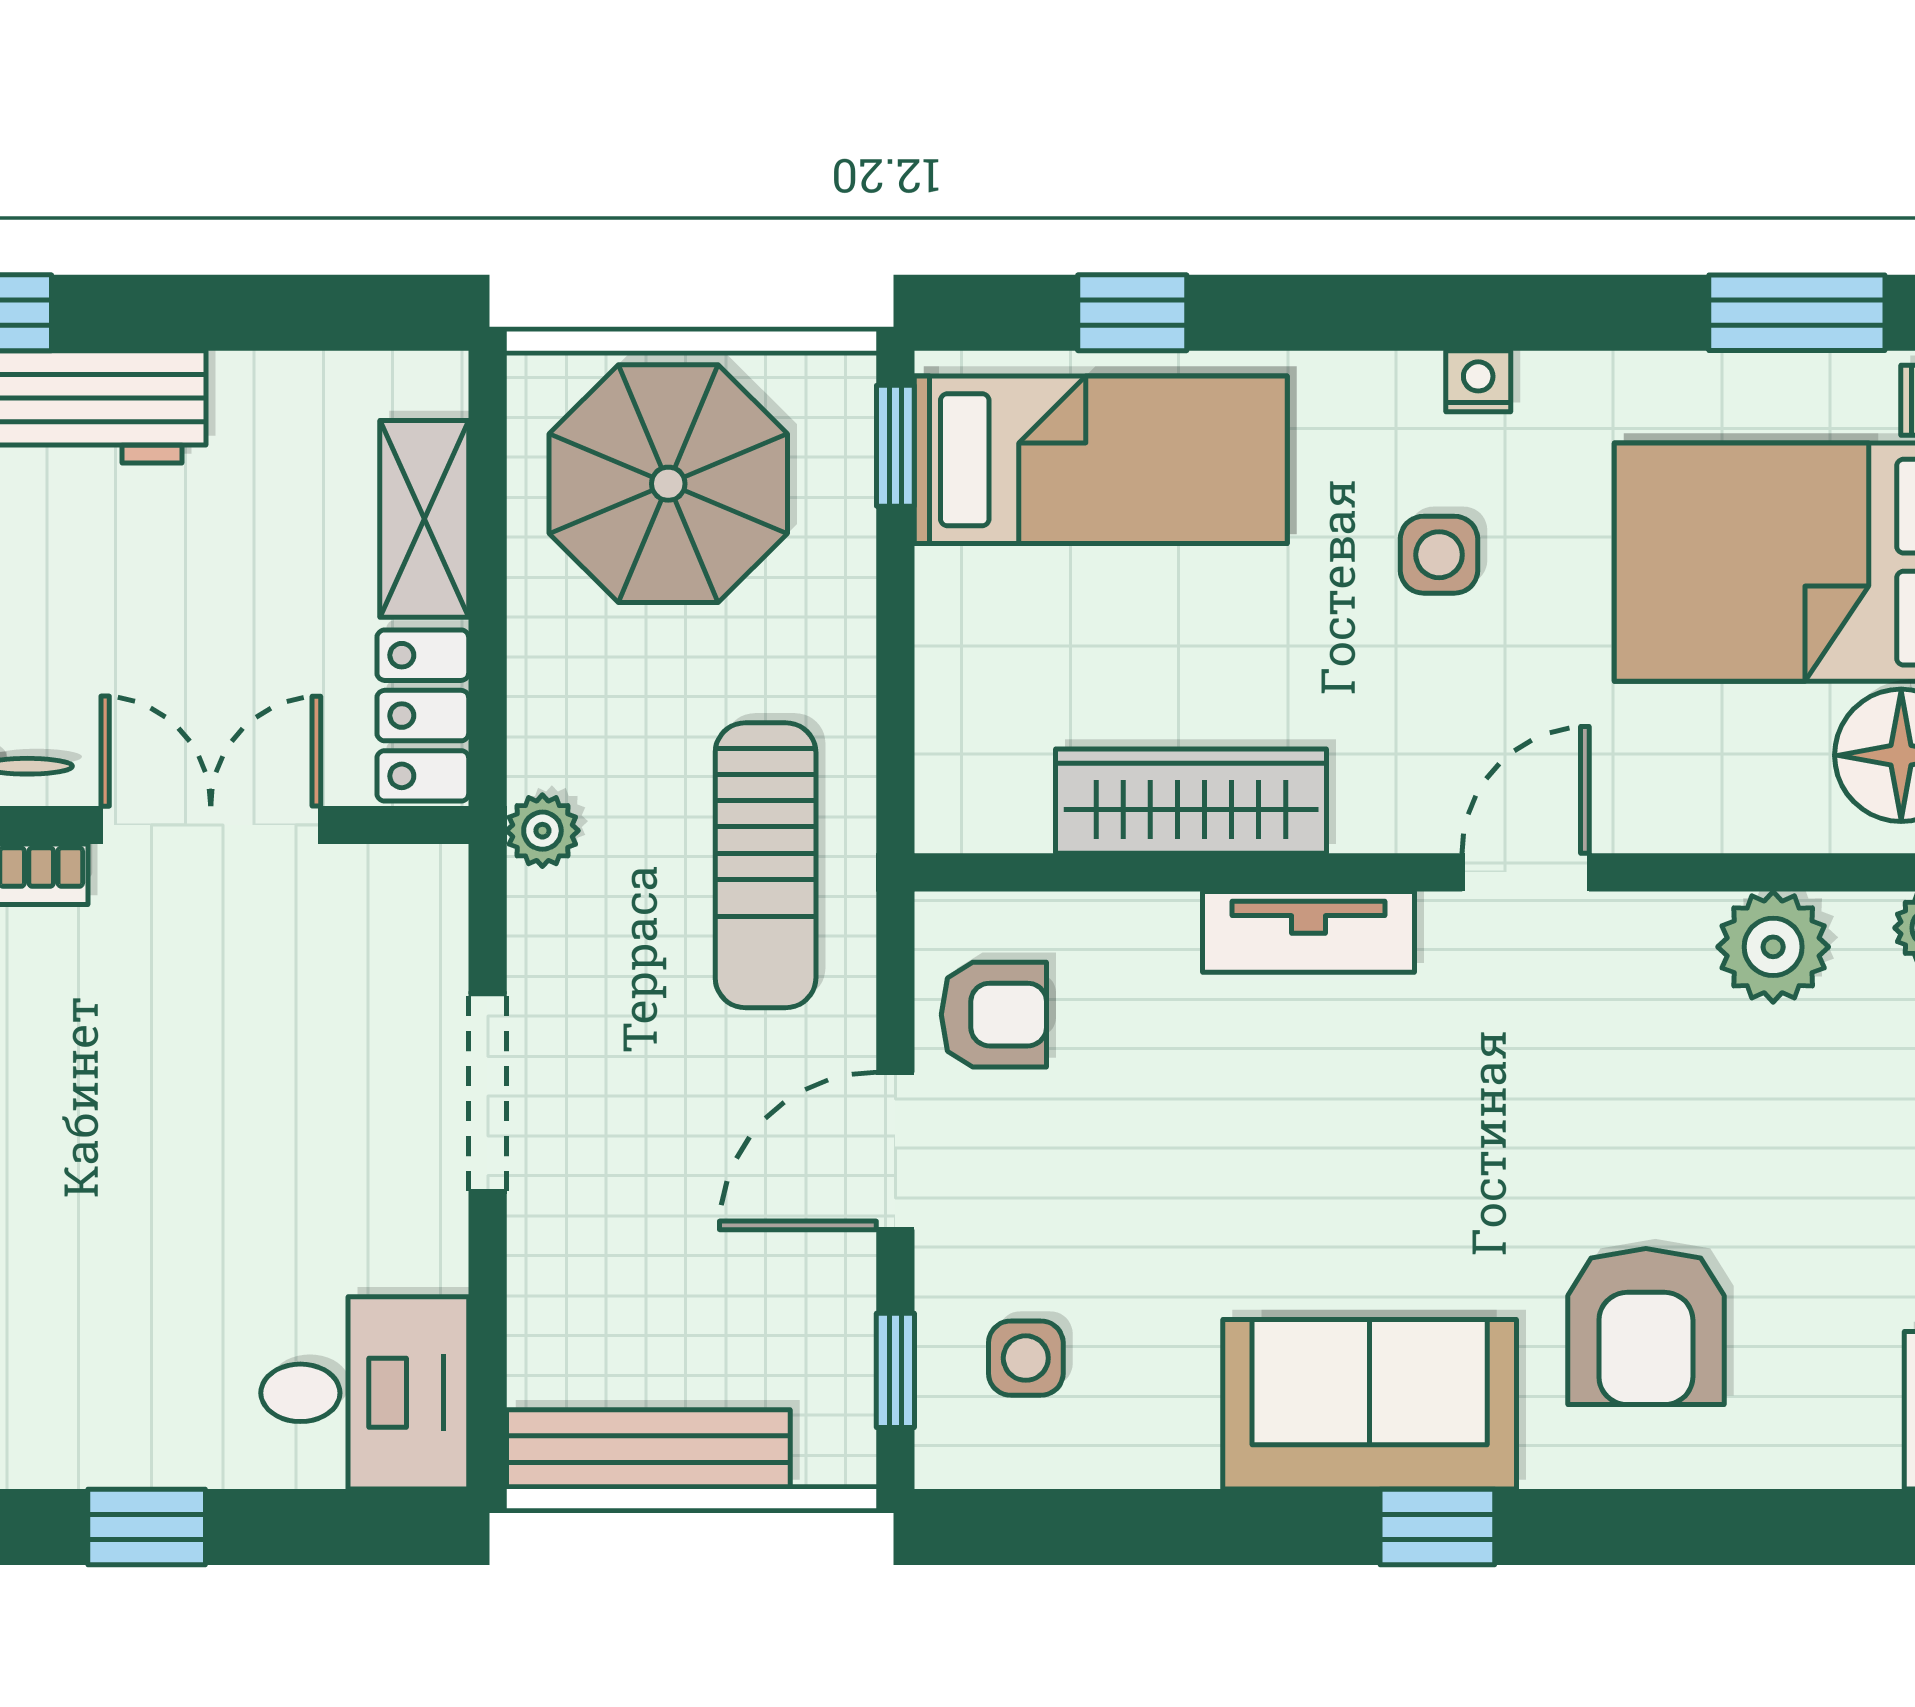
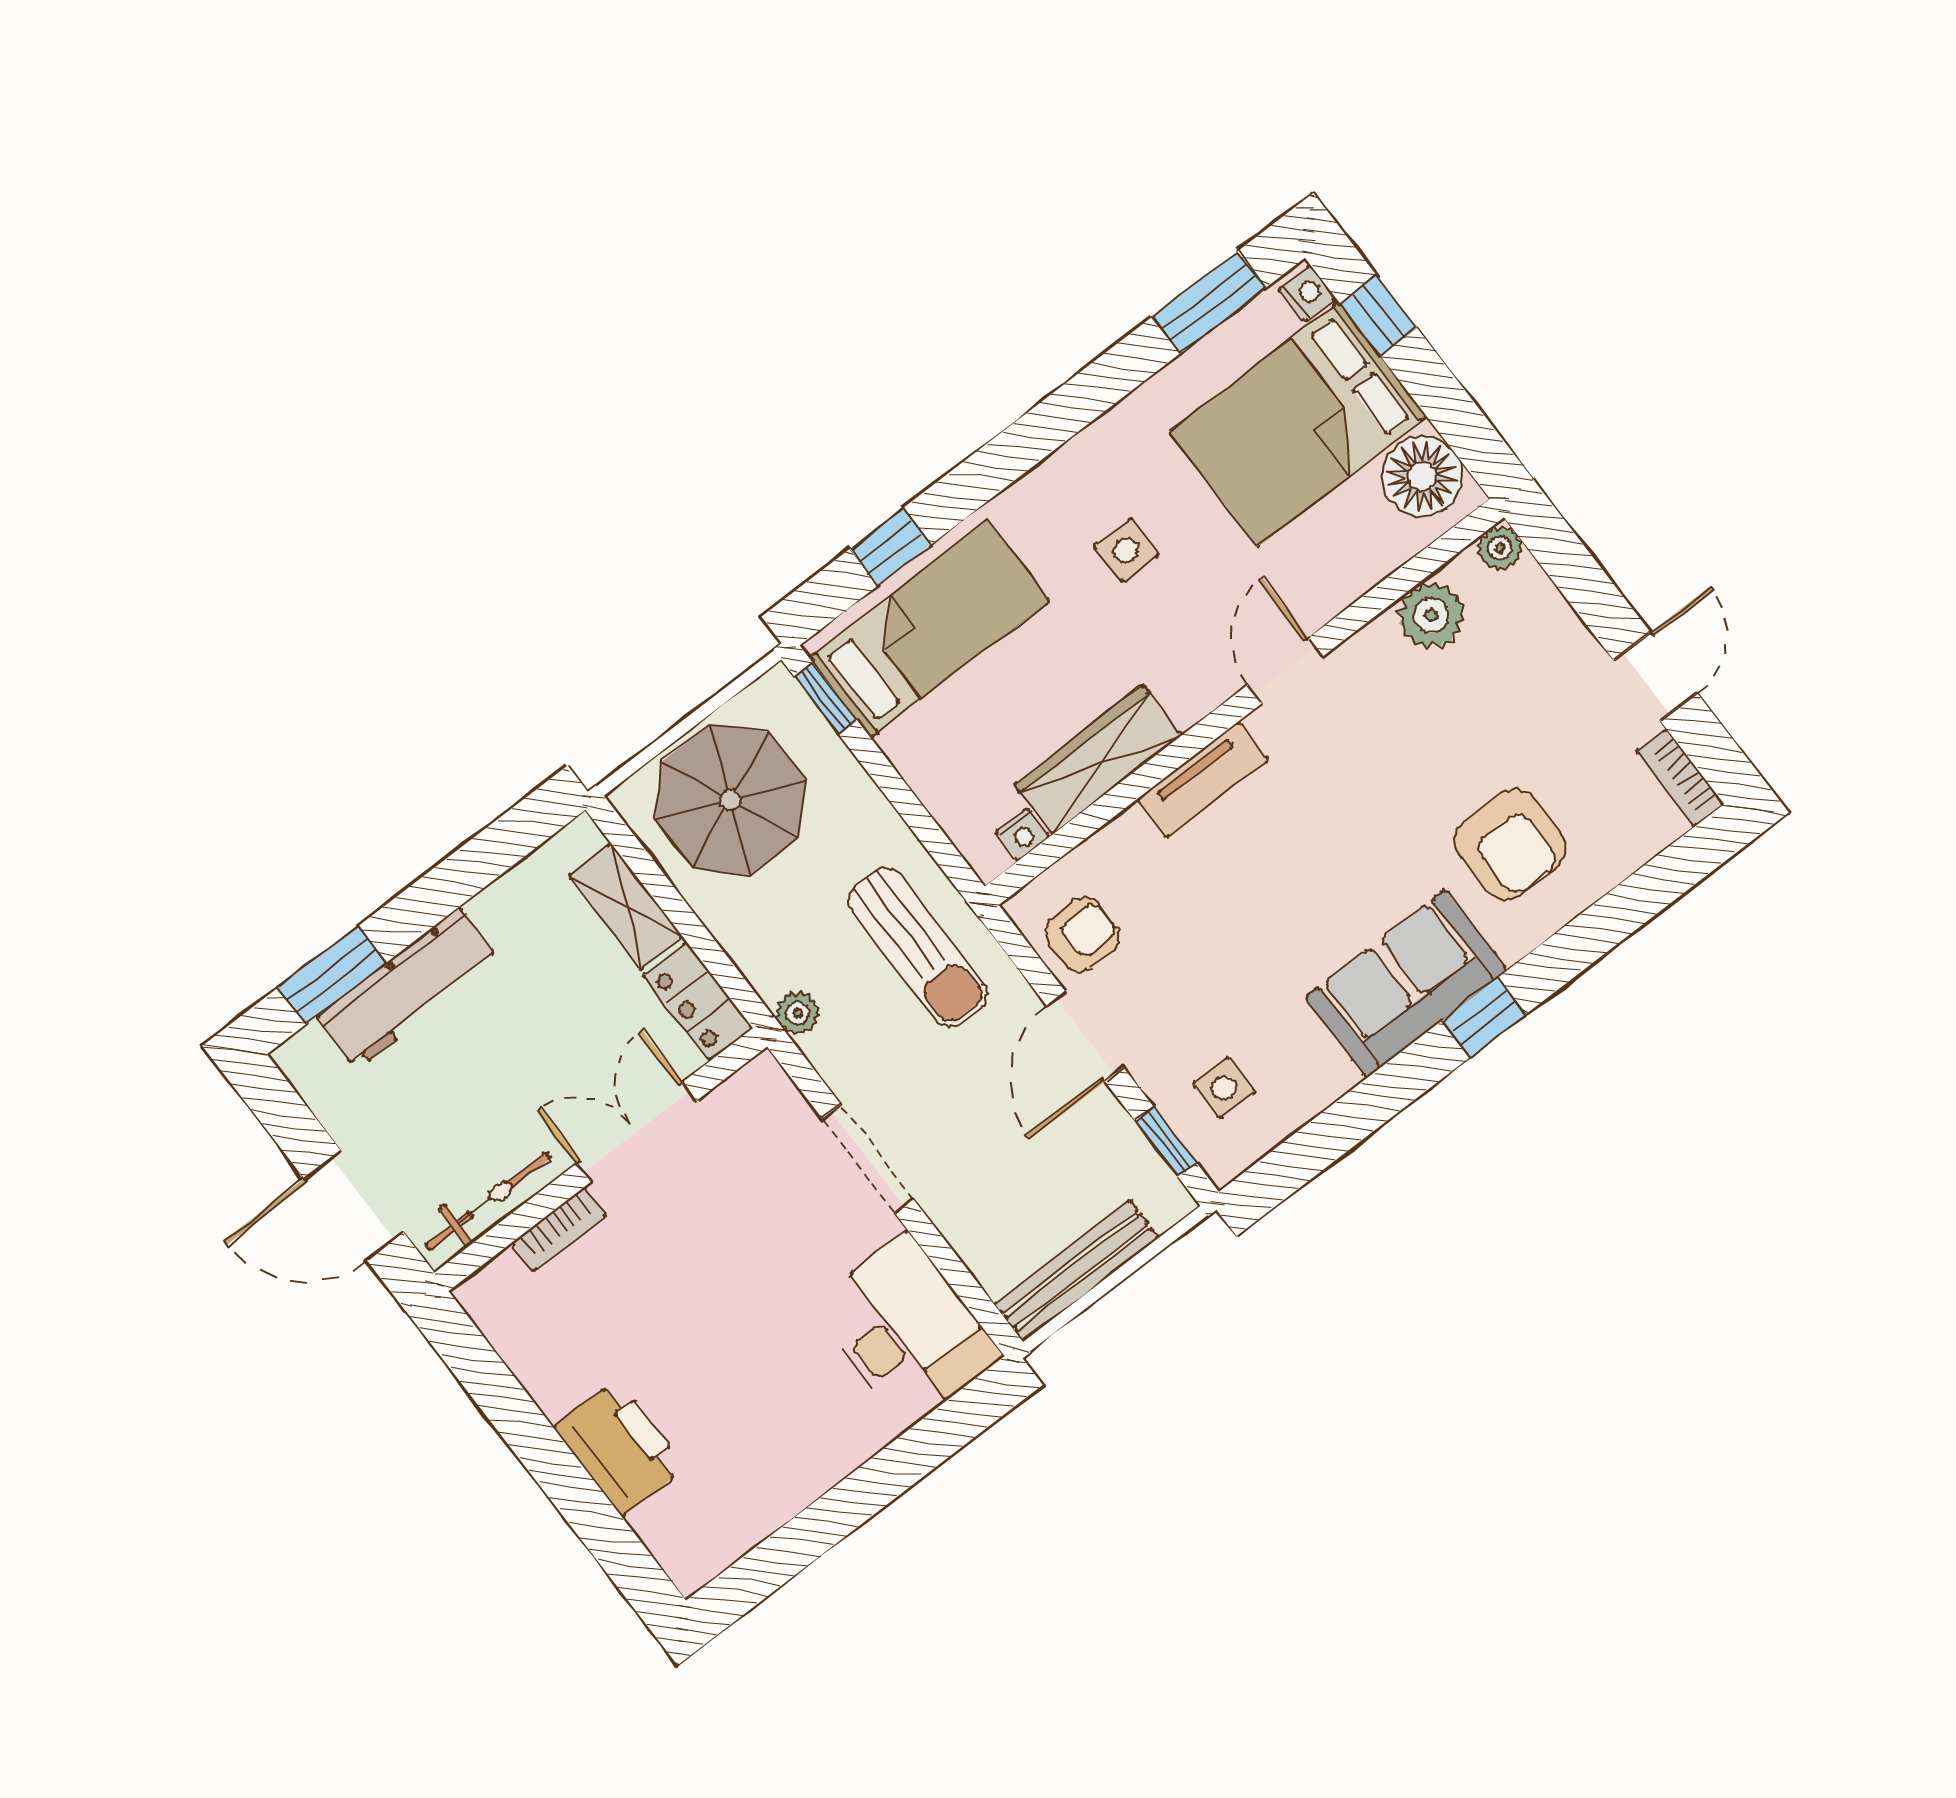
nightstand: (1478, 381) -> (1022, 835), moved, turned 180
desk: (365, 1393) -> (906, 1331), width x1.37
window: (147, 1527) -> (864, 1493), removed

